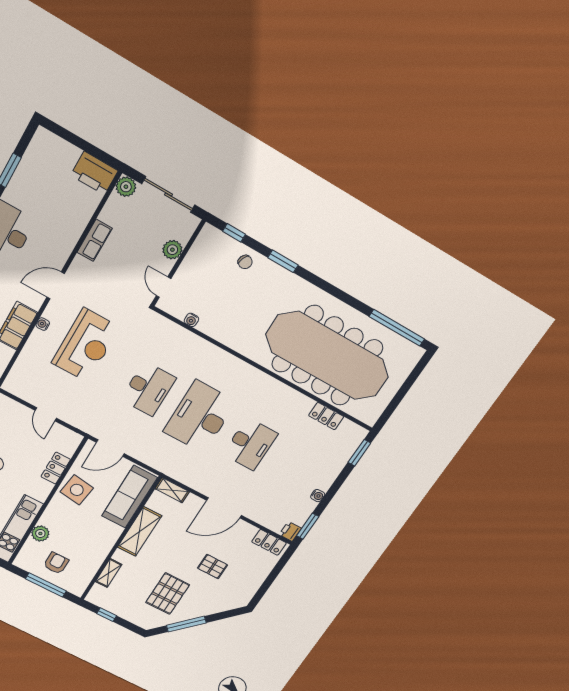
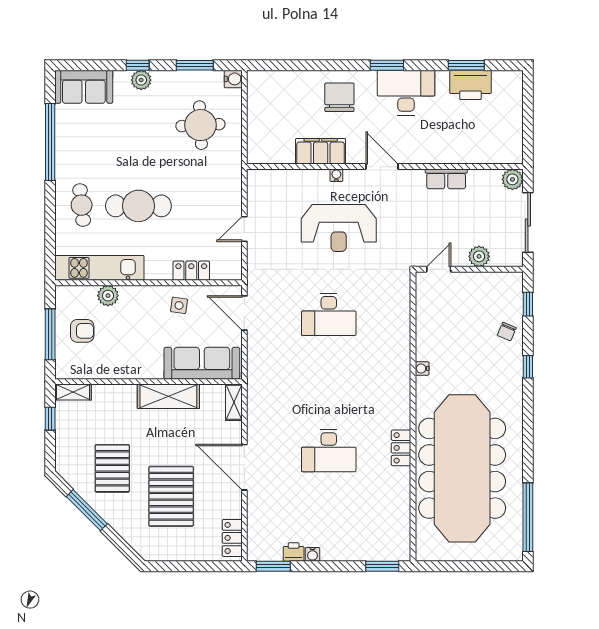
printer: (94, 173) -> (471, 85), moved, turned -90
window: (283, 261) -> (528, 367), width x0.67
water cooler: (191, 320) -> (422, 369), moved
locker: (326, 416) -> (401, 448), moved
desk: (200, 417) -> (329, 382), removed
side table: (77, 490) -> (179, 305), width x0.54, depth x0.54
printer: (290, 531) -> (294, 552), moved
pallet: (212, 566) -> (171, 496), width x2.05, depth x2.00
shelving: (109, 573) -> (73, 392), moved
pallet: (168, 594) -> (112, 468), turned 90

